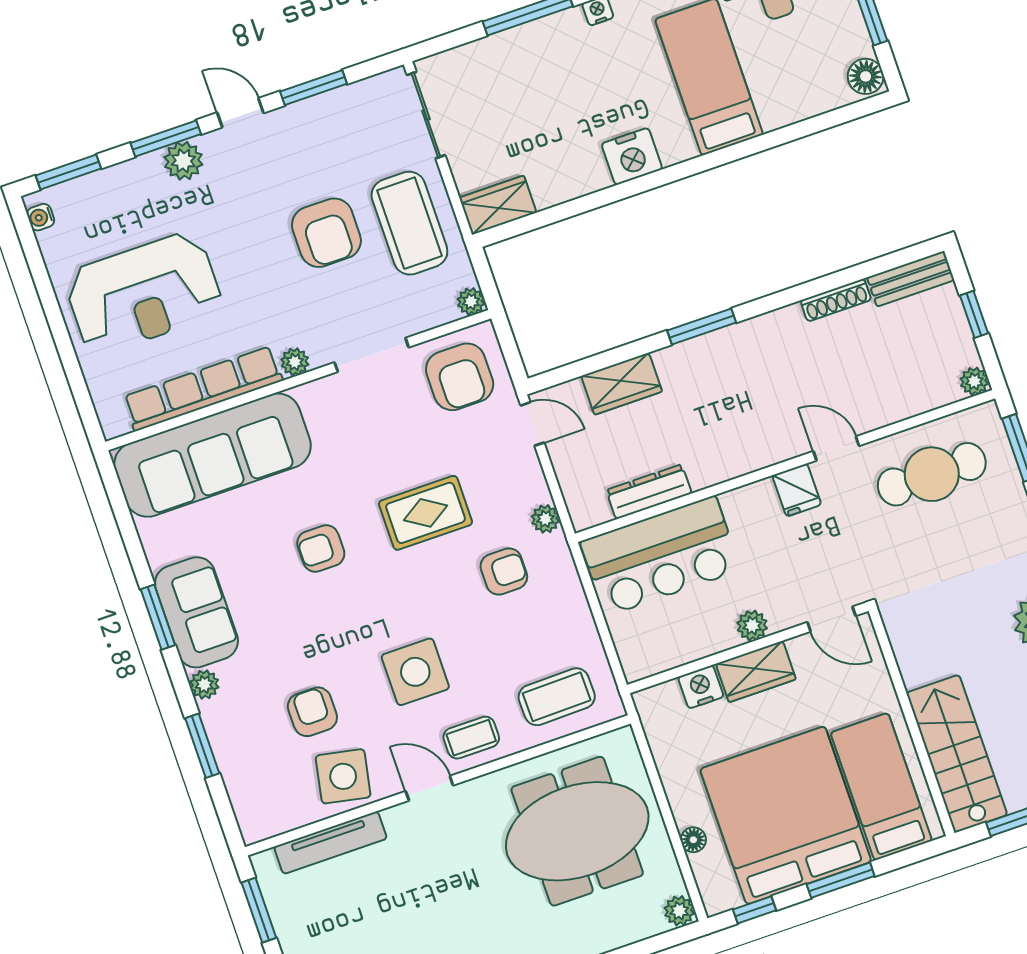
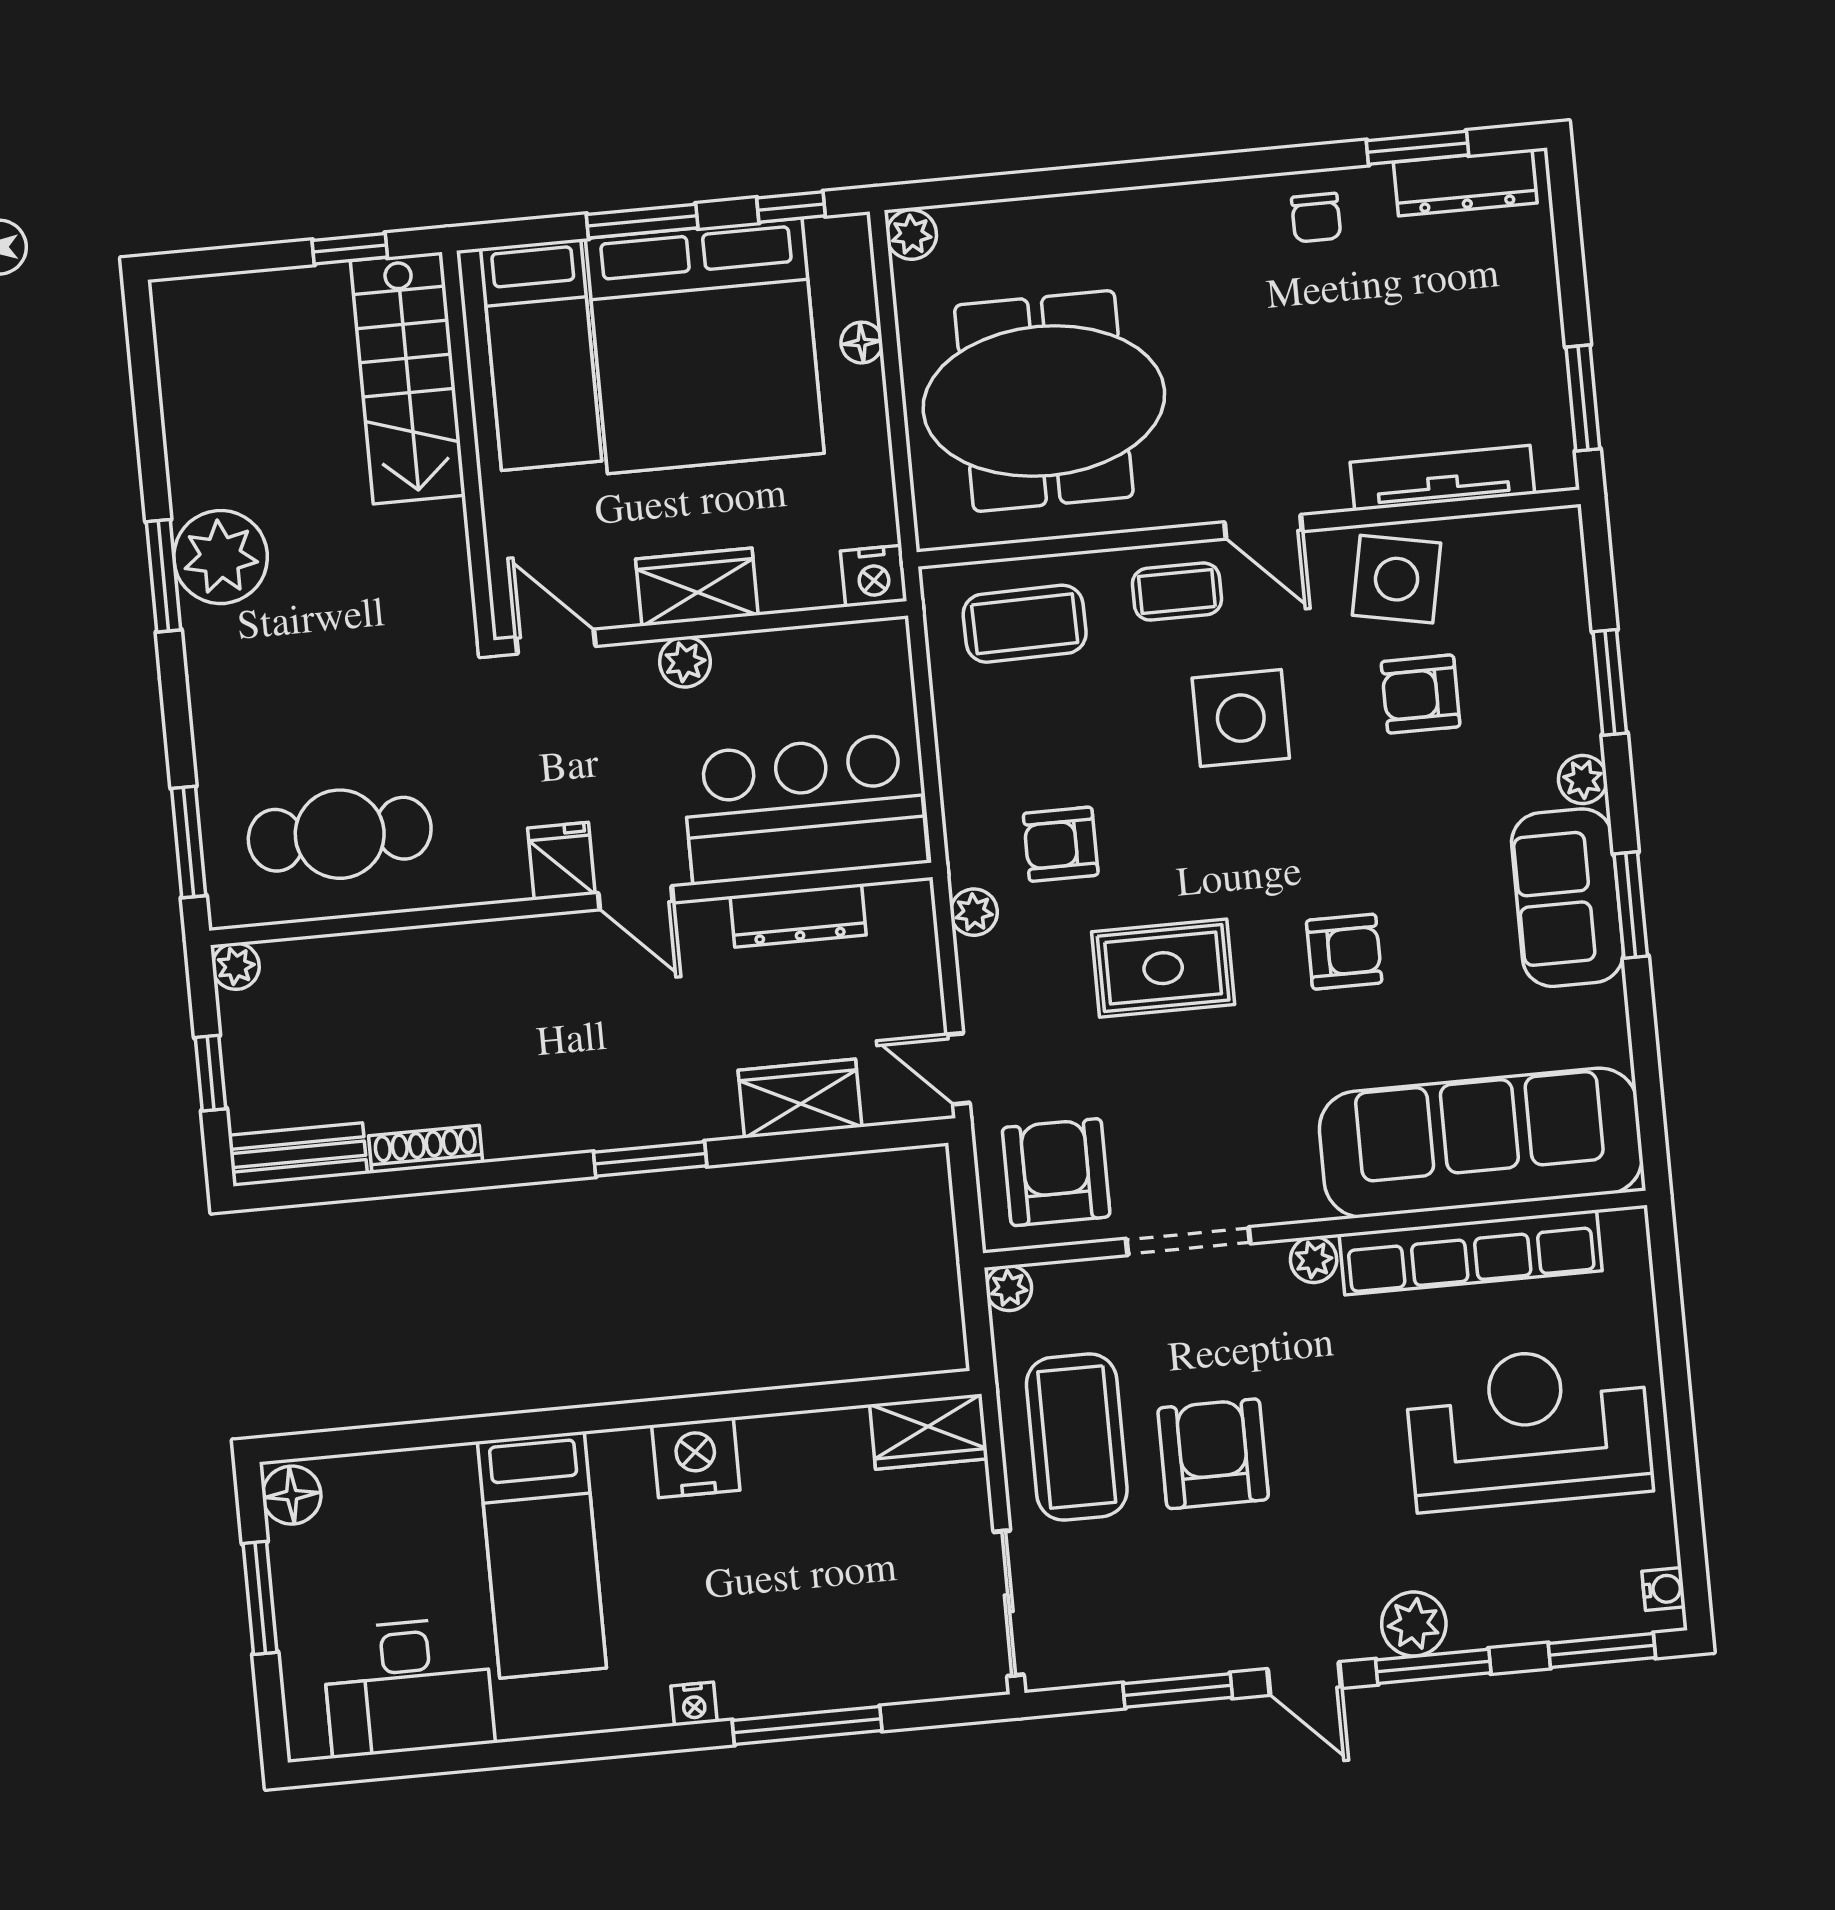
door: (836, 448) -> (636, 898), moved
nightstand: (701, 687) -> (874, 576), moved
armchair: (312, 712) -> (1421, 694), turned 90

